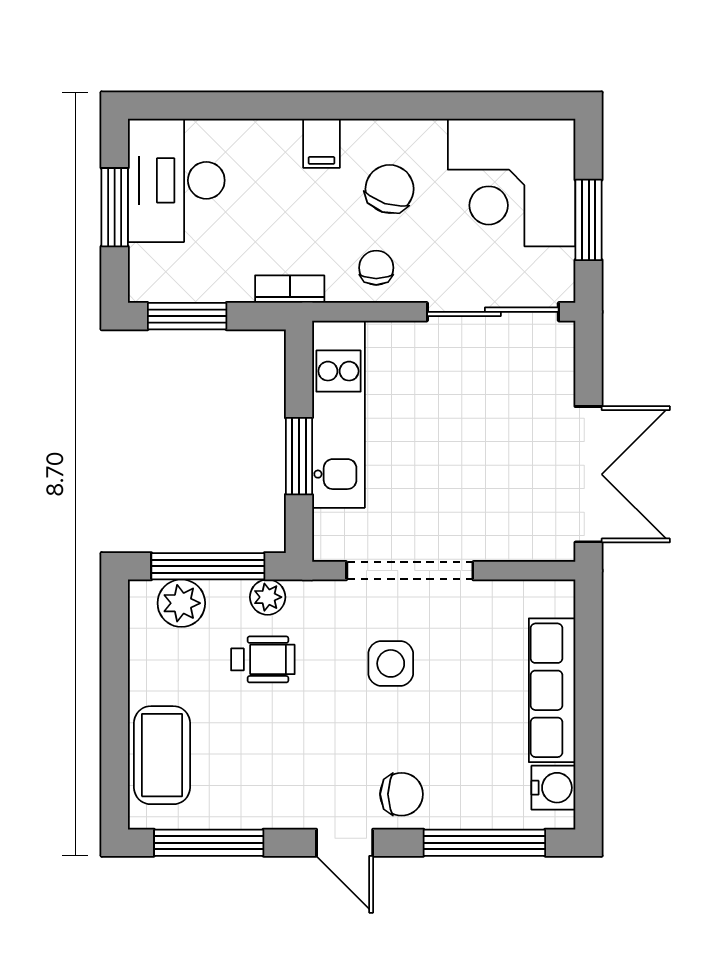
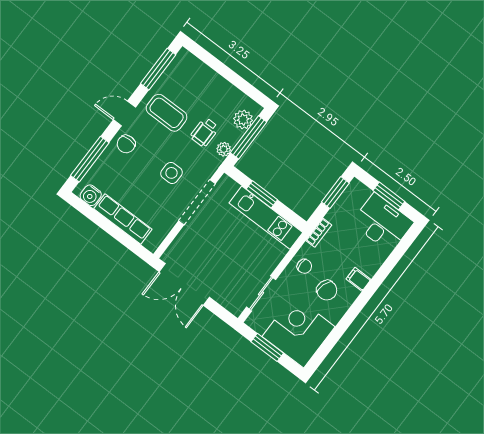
sliding door: (493, 312) -> (261, 293), width x0.73
coffee table: (162, 755) -> (167, 113), moved

